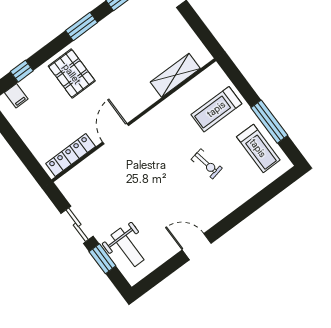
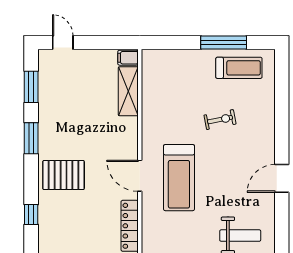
filing cabinet: (16, 96) -> (128, 58), moved, turned 180
treadmill: (216, 109) -> (179, 178), moved, width x1.37, depth x1.38

